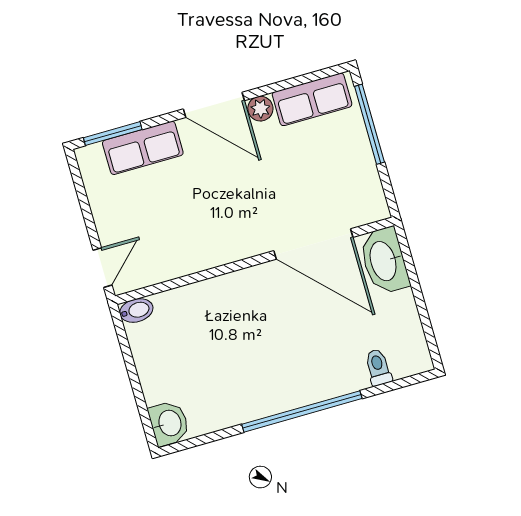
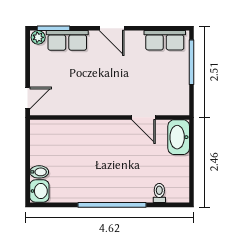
door: (214, 105) -> (112, 28), width x0.73
plant: (260, 109) -> (38, 37), moved
door: (313, 244) -> (144, 117), width x0.53
bidet: (136, 310) -> (39, 172), moved

